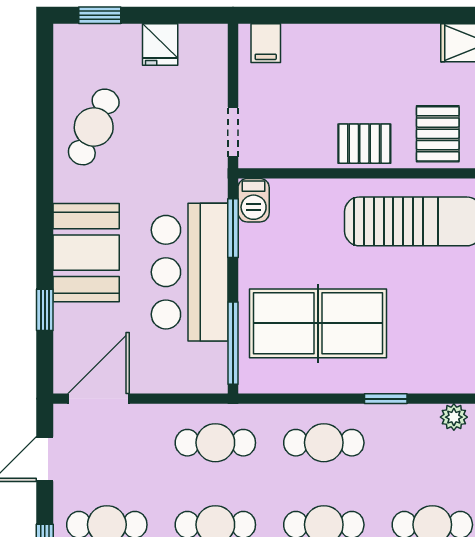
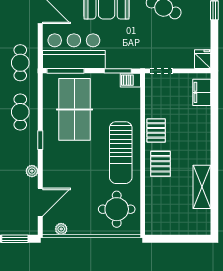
filing cabinet: (266, 43) -> (202, 92), width x2.00
fridge: (160, 44) -> (203, 59), moved, turned 90
pallet: (438, 134) -> (161, 164), turned 90
bar counter: (190, 272) -> (74, 51), moved

